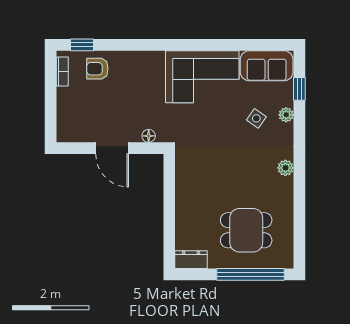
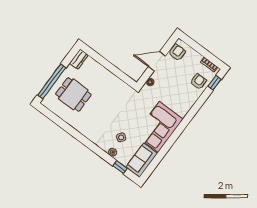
armchair: (79, 129) -> (177, 53), added
plant: (285, 168) -> (89, 134), removed
dining table: (246, 230) -> (73, 94), turned 90

